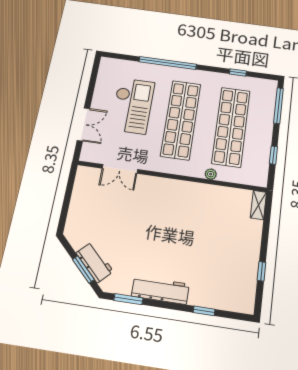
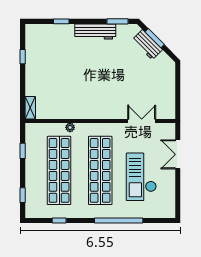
window: (278, 106) -> (23, 195), width x0.46

